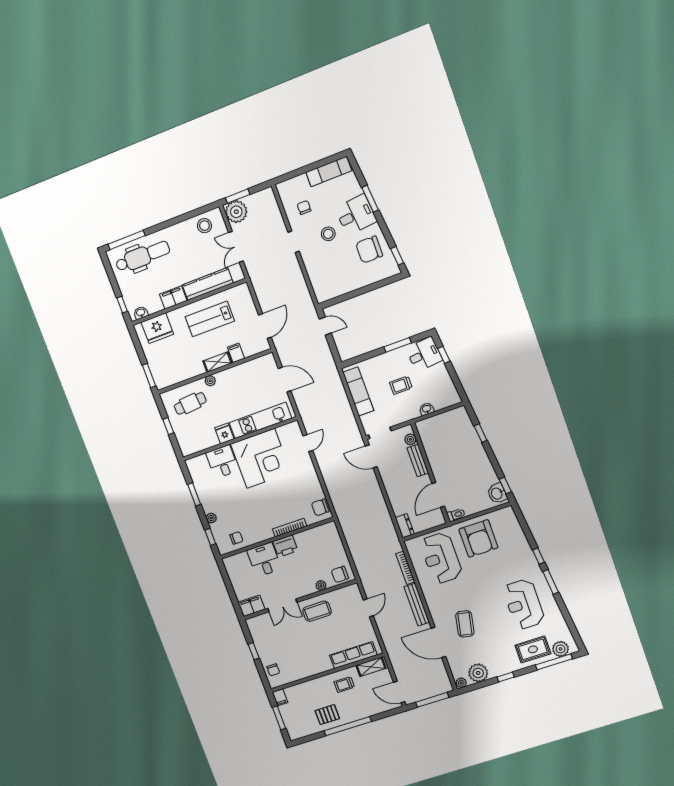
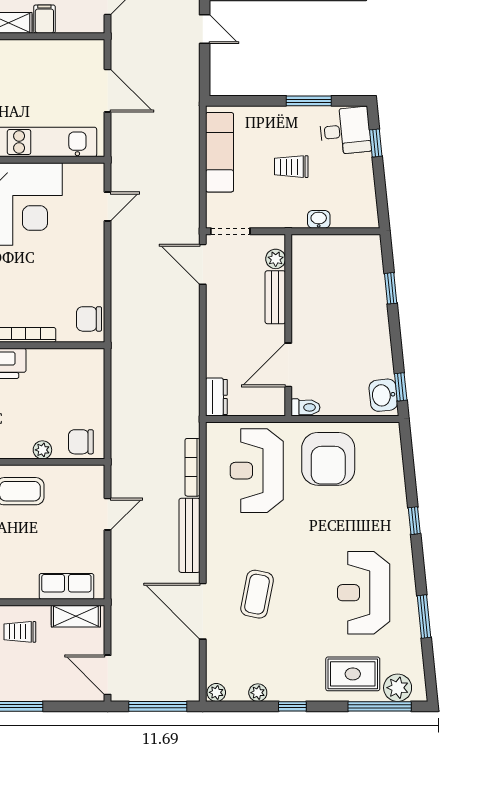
window: (551, 582) -> (424, 616), moved
row of seats: (353, 655) -> (66, 586), width x0.68
plant: (478, 673) -> (258, 693), width x0.53, depth x0.53

